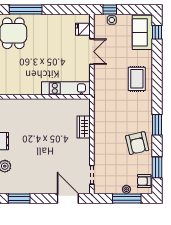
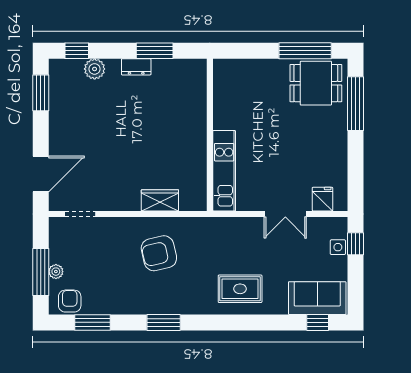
armchair: (137, 143) -> (159, 253), moved

